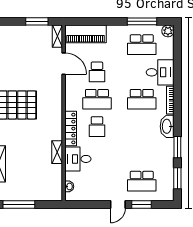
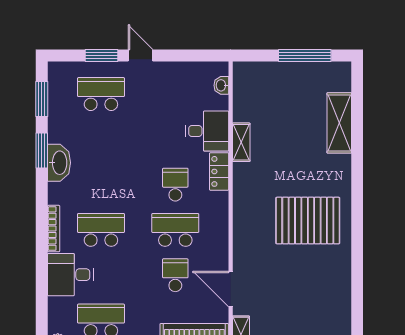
washbasin: (167, 126) -> (59, 163), moved
locker: (71, 129) -> (219, 171), width x0.66
door: (118, 204) -> (141, 55), hinge flipped

